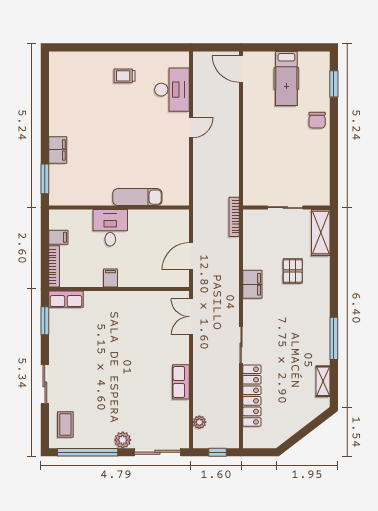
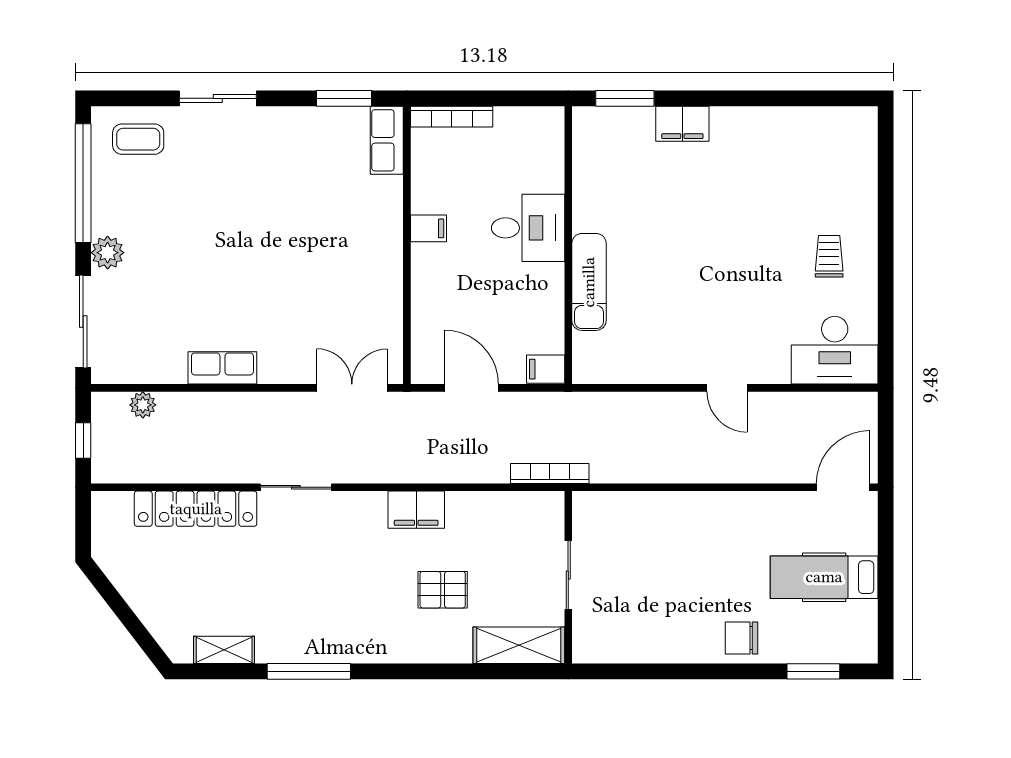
desk: (172, 90) -> (835, 350), moved
filing cabinet: (58, 237) -> (546, 369), moved, turned 90

